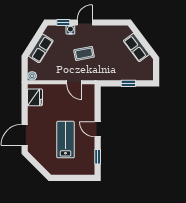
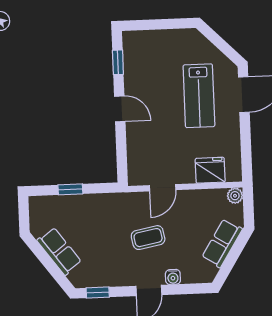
window: (63, 22) -> (98, 292), moved
door: (74, 82) -> (163, 188), swing flipped
fridge: (35, 97) -> (210, 170), moved, turned 90
lab bench: (65, 140) -> (199, 96), moved

